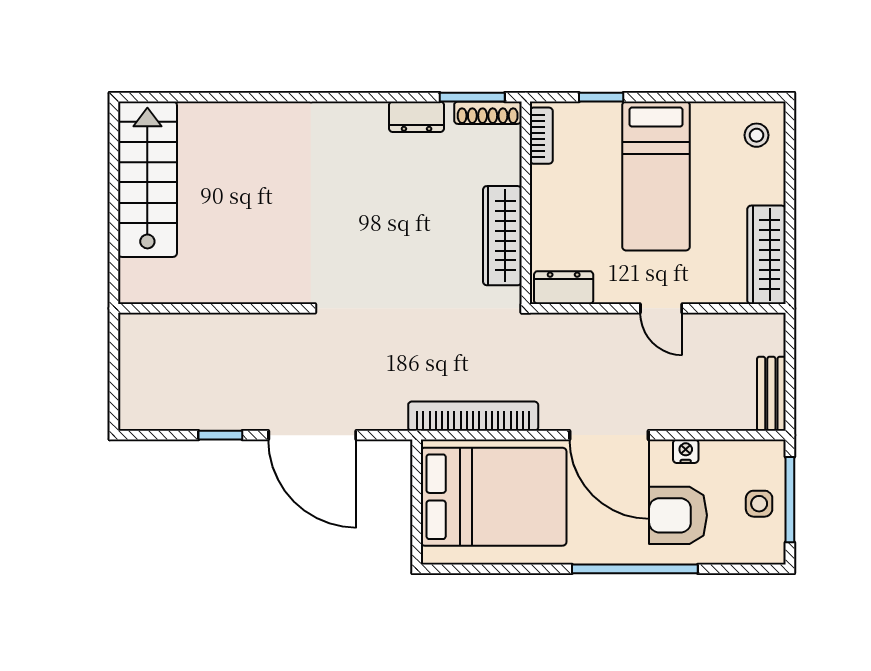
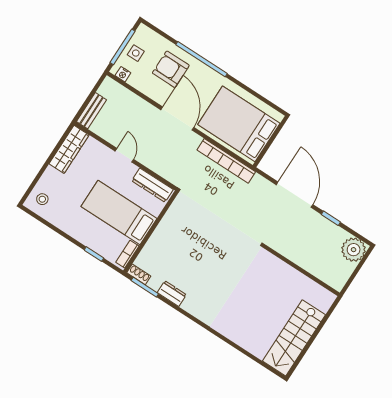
shoe rack: (488, 113) -> (139, 274), width x0.70
bed: (656, 176) -> (119, 212), moved, turned -90
wardrobe: (502, 236) -> (168, 225), removed
dresser: (564, 288) -> (152, 185), width x1.44
bench: (771, 394) -> (91, 111), moved
plant: (144, 405) -> (354, 250), added
nightstand: (686, 451) -> (123, 74), moved
armchair: (678, 515) -> (171, 69), turned 180

